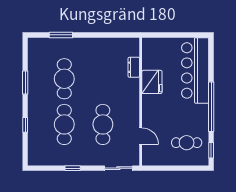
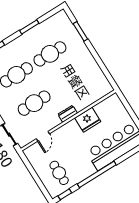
dresser: (134, 67) -> (68, 114), moved

